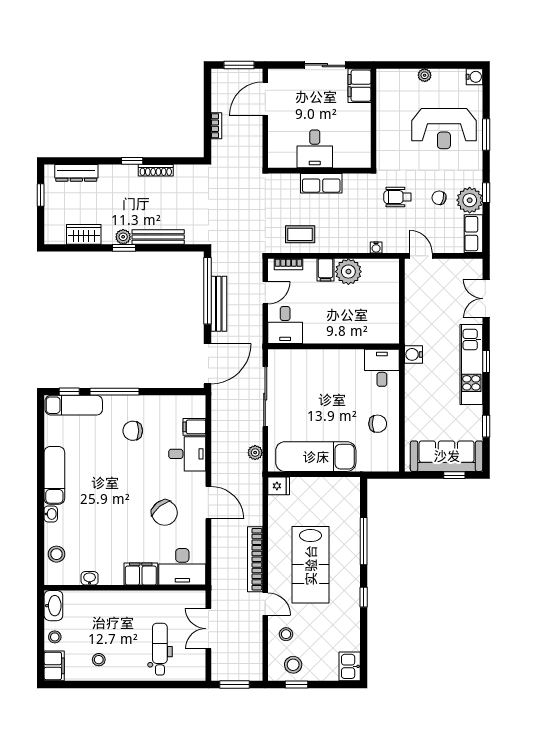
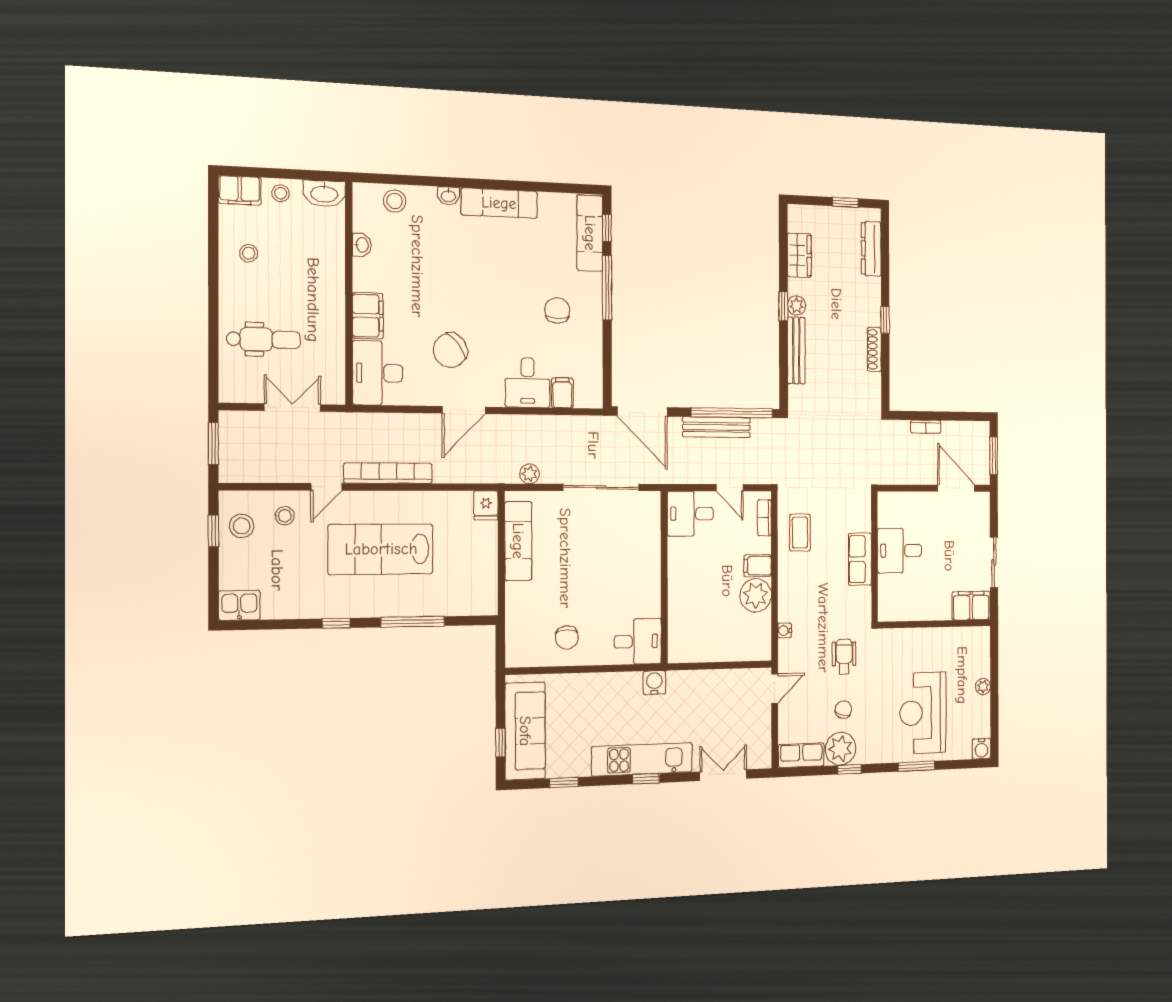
exam couch: (316, 457) -> (518, 541), width x0.73, depth x0.69

